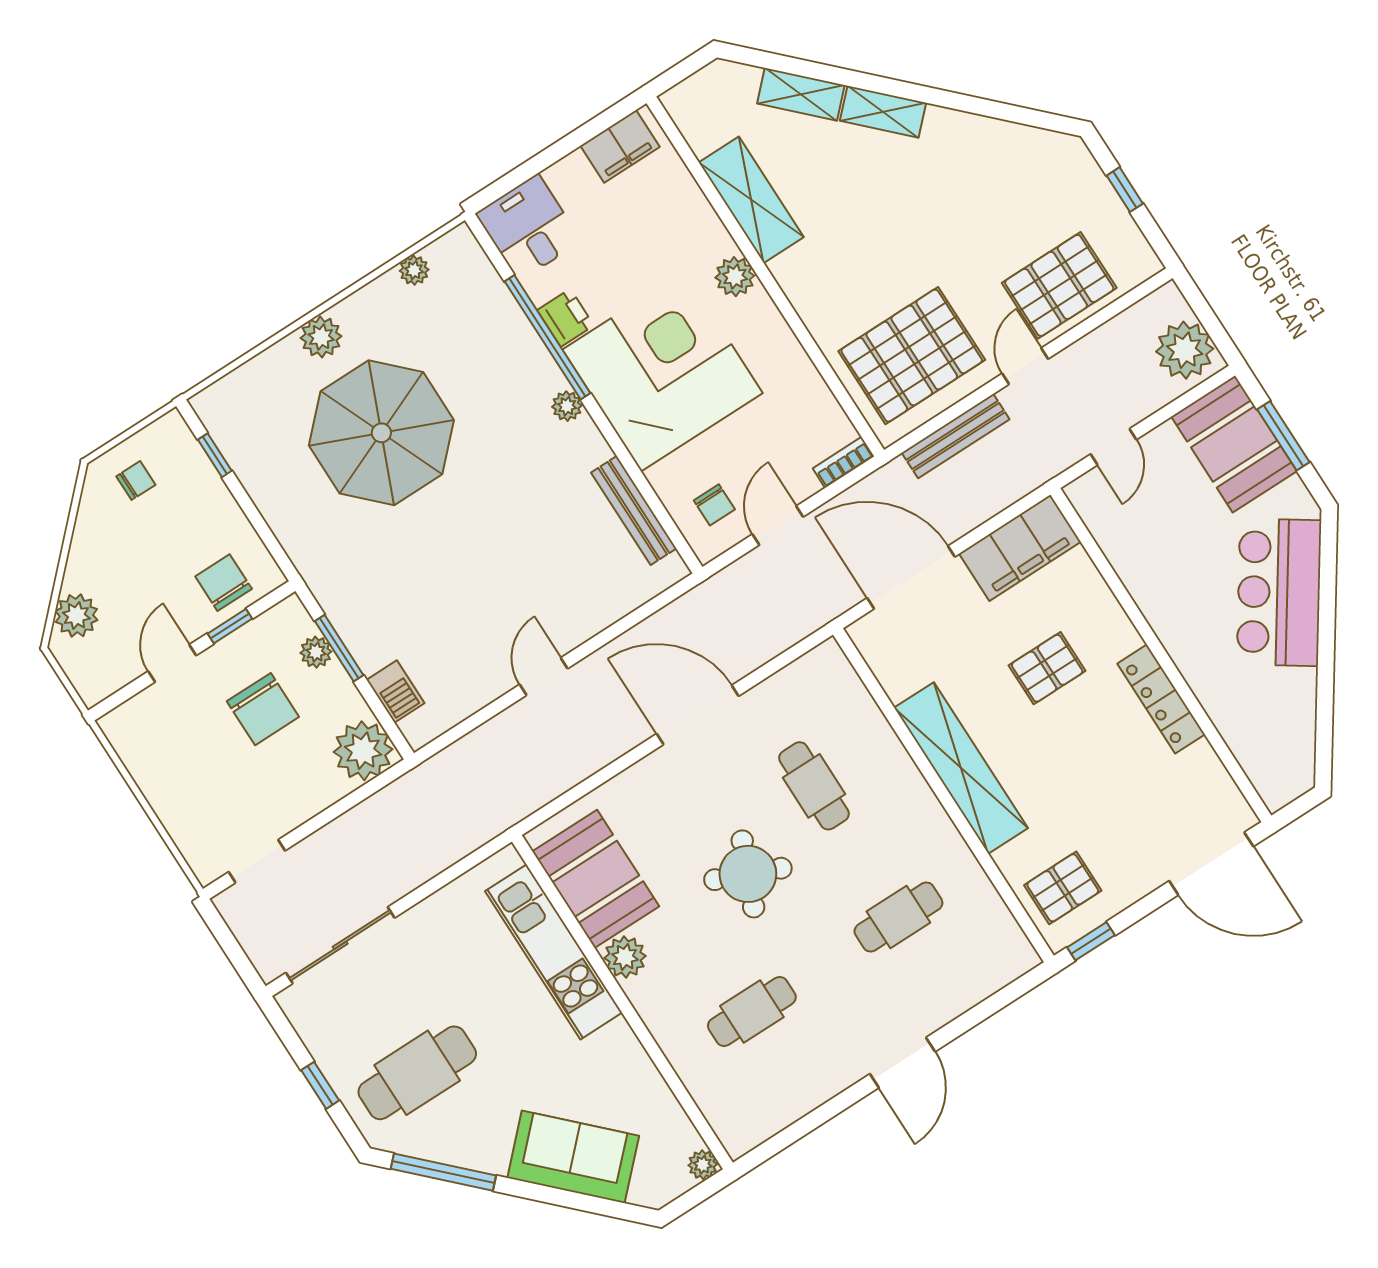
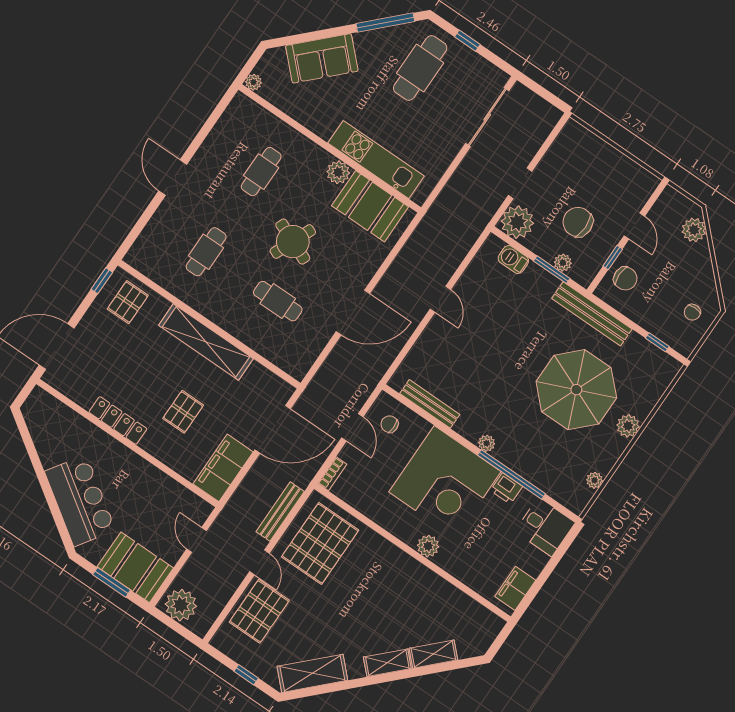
shelving: (751, 200) -> (312, 673), moved, turned -45
bench: (303, 547) -> (592, 314), added
doorway: (257, 861) -> (520, 183), moved

